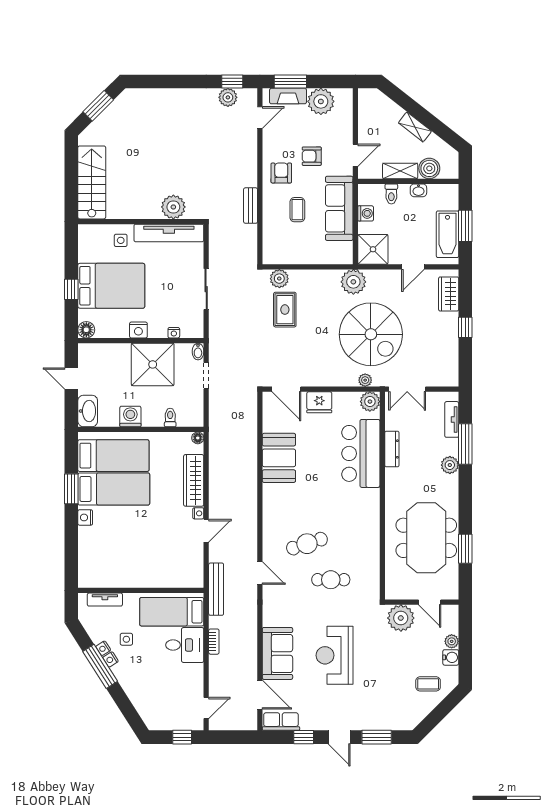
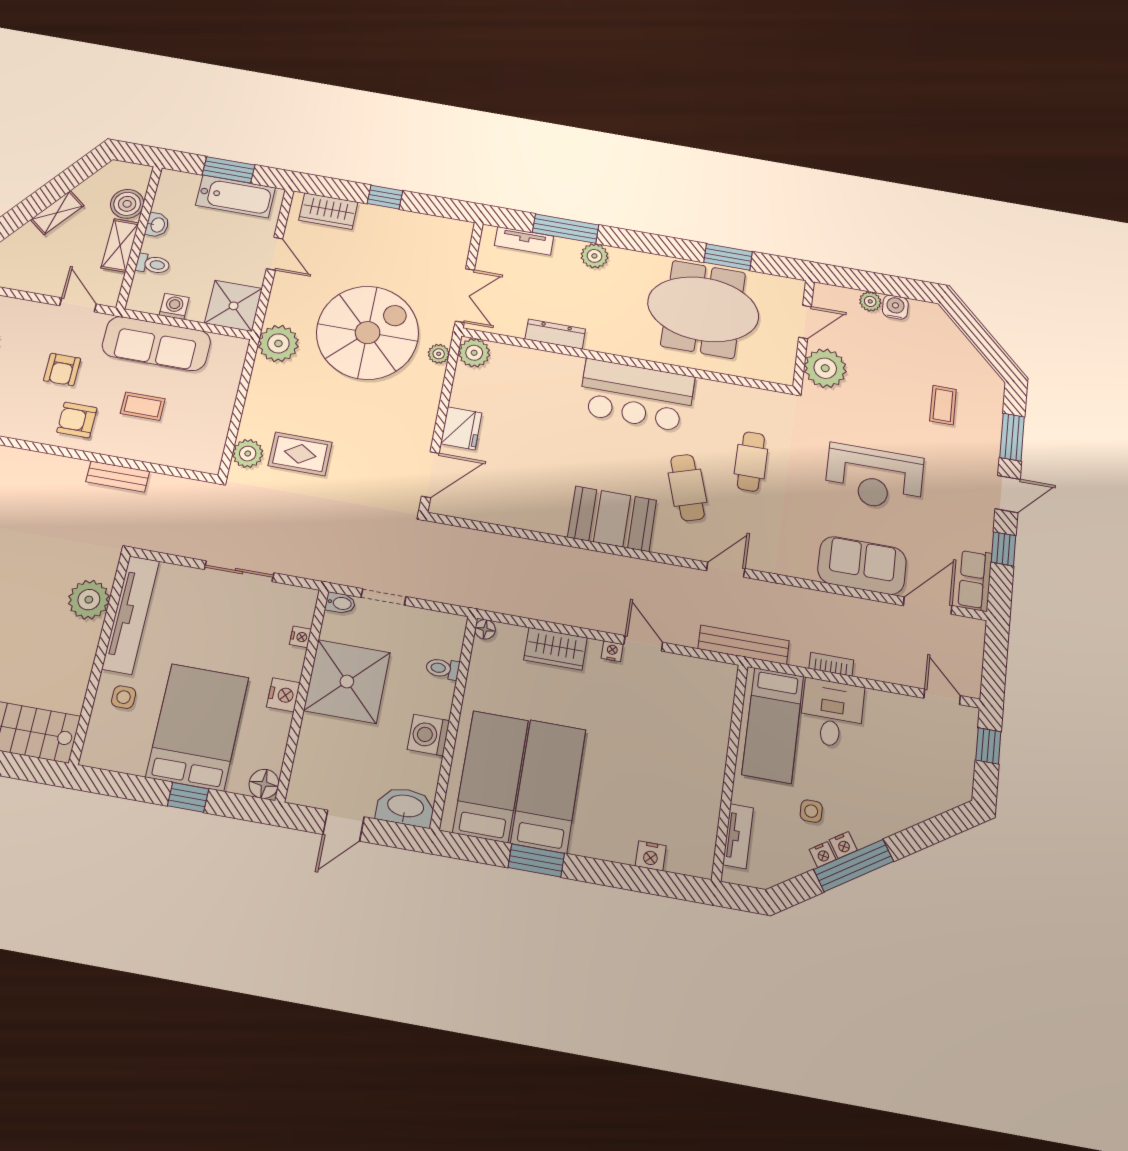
bar counter: (361, 453) -> (636, 395), moved
booth: (279, 458) -> (612, 519), moved
wardrobe: (194, 480) -> (555, 649), width x0.67
nightstand: (85, 517) -> (651, 856), moved
coffee table: (428, 684) -> (943, 405), moved

